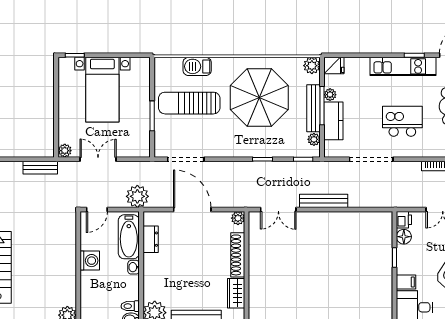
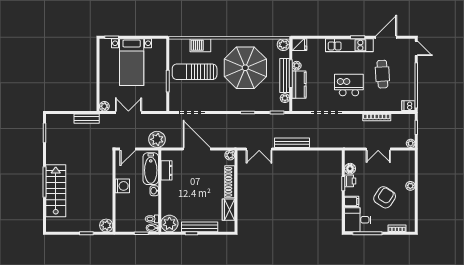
printer: (404, 220) -> (350, 181), moved

